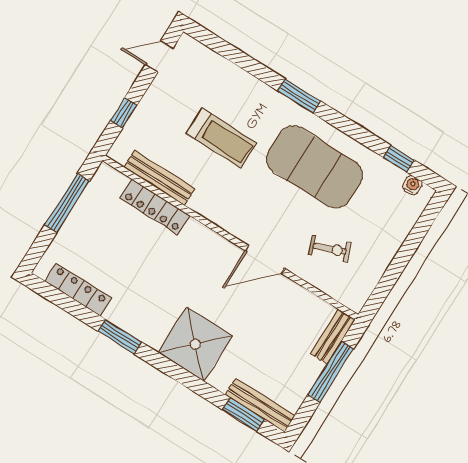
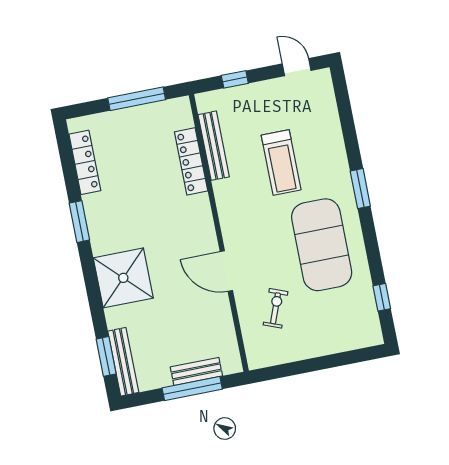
water cooler: (412, 185) -> (372, 324), removed
exercise bike: (330, 249) -> (276, 308), turned -138
bench: (333, 337) -> (196, 371), moved

